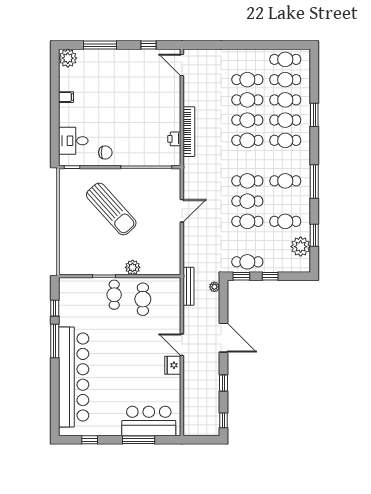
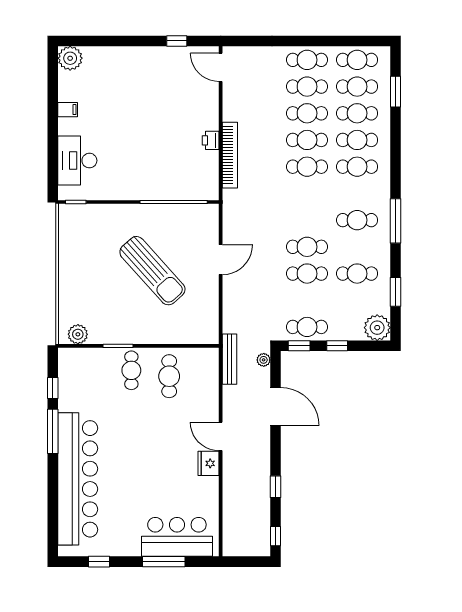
window: (100, 45) -> (113, 41), removed
window: (314, 115) -> (395, 92), moved
printer: (174, 139) -> (211, 140), moved
desk: (73, 141) -> (77, 161), width x1.37
chair: (105, 152) -> (120, 183), removed
cafe table: (247, 181) -> (307, 60), moved
sun lounger: (111, 209) -> (152, 271), moved
plant: (301, 247) -> (377, 328), moved
plant: (133, 267) -> (78, 334), moved
door: (223, 338) -> (276, 407), moved

